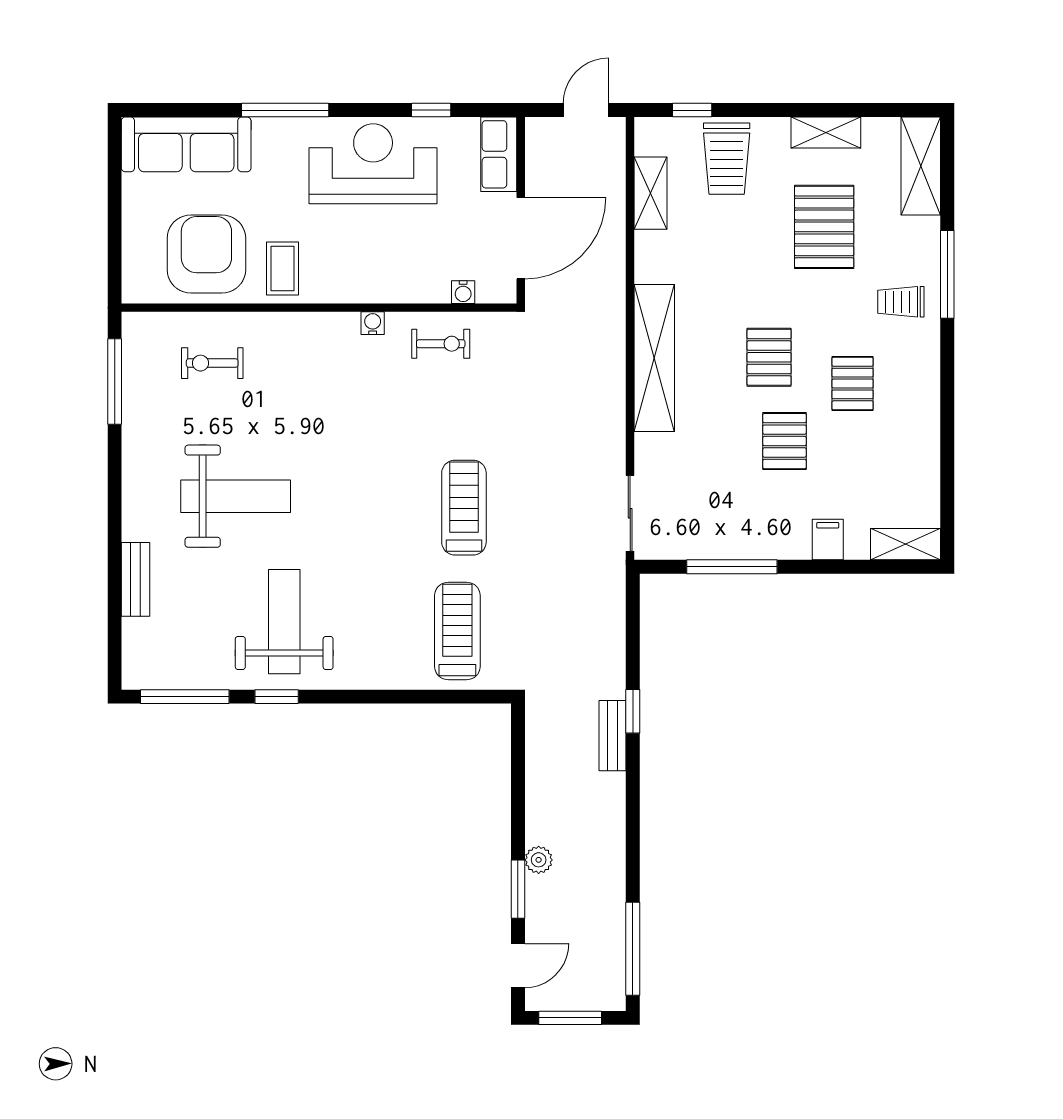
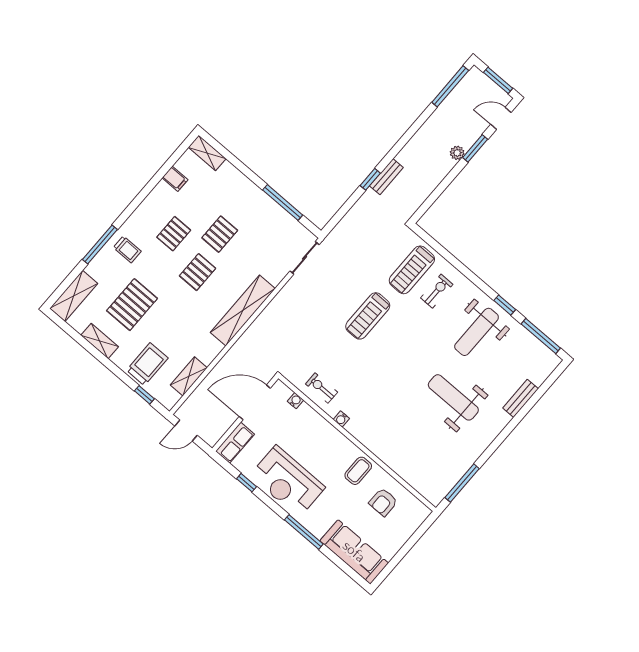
armchair: (206, 254) -> (383, 502), width x0.53, depth x0.53
exercise bike: (212, 363) -> (437, 291), moved, turned -90
filing cabinet: (828, 540) -> (175, 179), moved, turned -90

